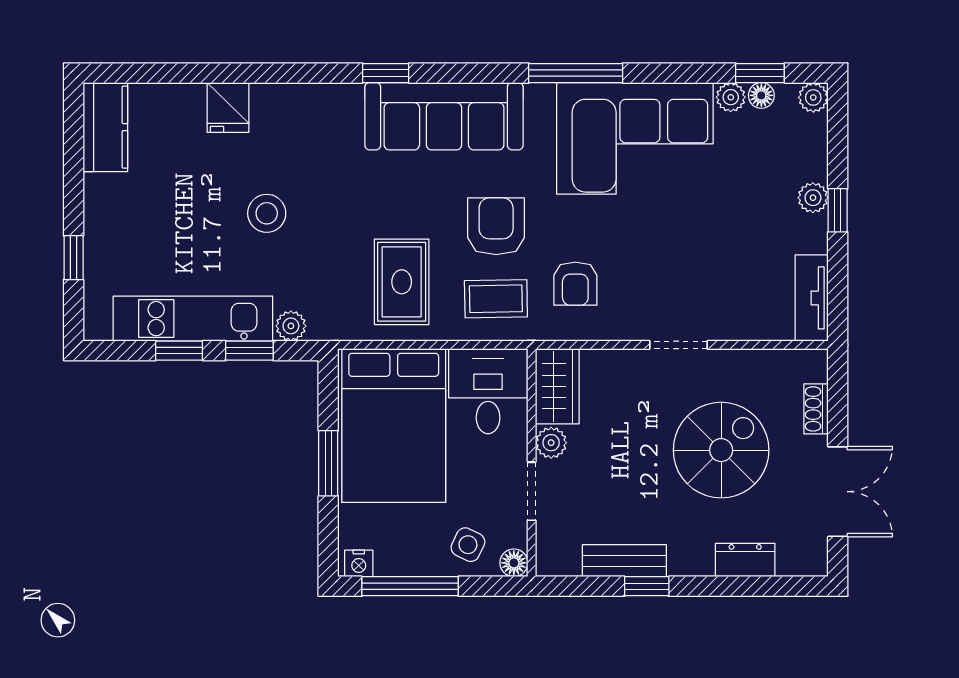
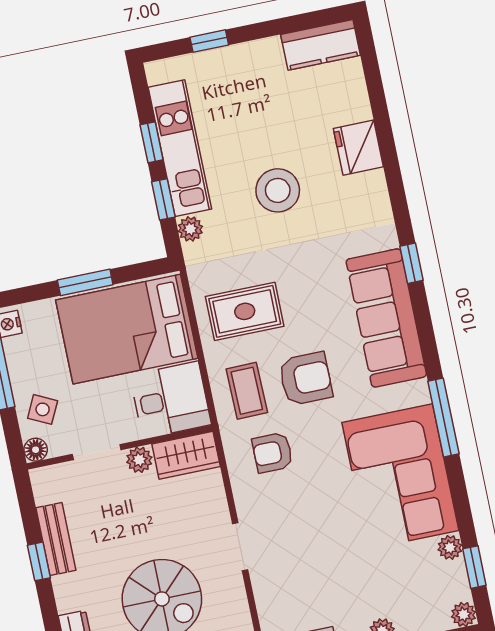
floor lamp: (761, 95) -> (456, 572), removed
fridge: (228, 107) -> (358, 148), width x1.38
stool: (267, 213) -> (278, 190), width x1.38, depth x1.38

